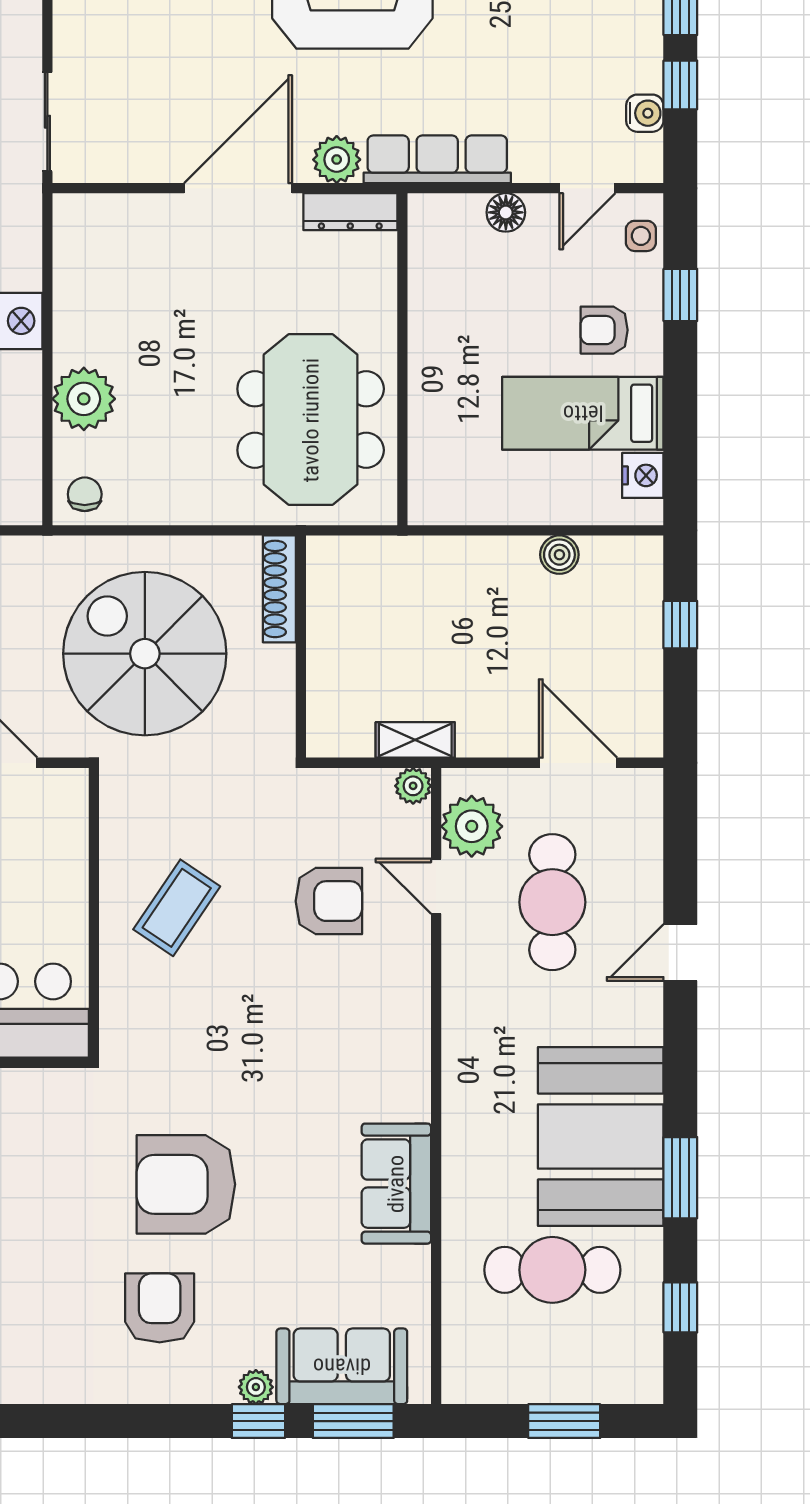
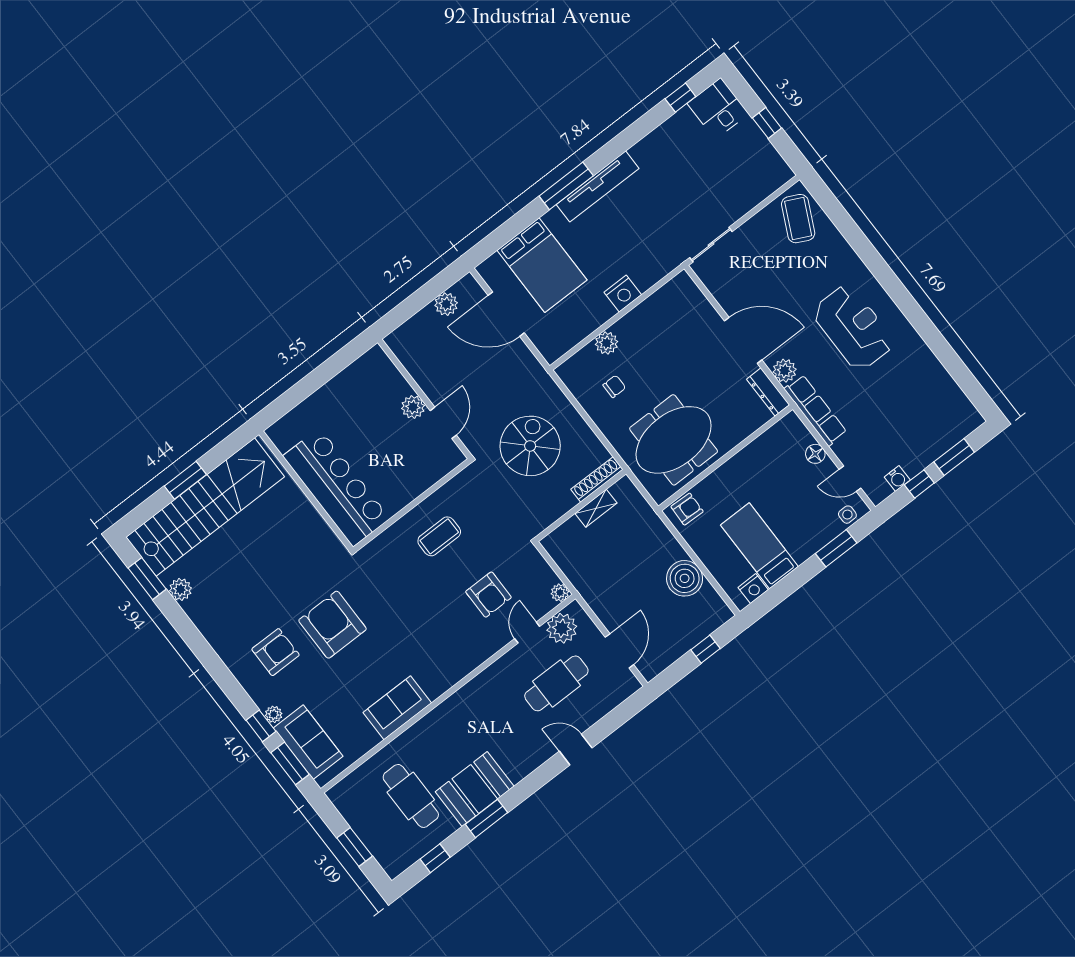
window: (680, 295) -> (836, 548), width x1.50
armchair: (604, 330) -> (687, 509), moved, turned 92
plant: (84, 399) -> (606, 343), width x0.73, depth x0.73
chair: (85, 494) -> (614, 386), moved
boiler: (559, 555) -> (685, 578), width x1.86, depth x1.86
spiral stairs: (145, 654) -> (530, 446), width x0.73, depth x0.73
shelving: (415, 740) -> (596, 508), moved, turned 90
coffee table: (177, 908) -> (439, 536), turned -34
booth: (601, 1137) -> (475, 789), width x0.73, depth x0.70

